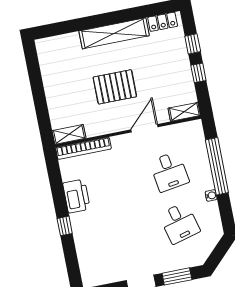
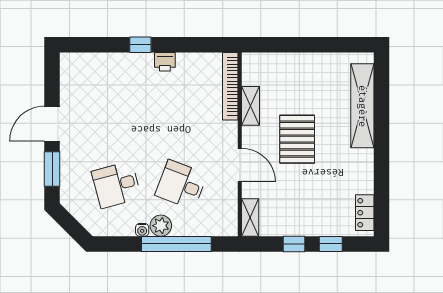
shelving: (114, 33) -> (362, 106), moved
shelving: (69, 134) -> (251, 106), moved
desk: (169, 172) -> (181, 185), turned 30
plant: (205, 181) -> (161, 226), added
printer: (76, 196) -> (165, 62), width x0.53, depth x0.68

